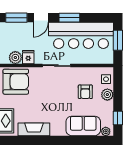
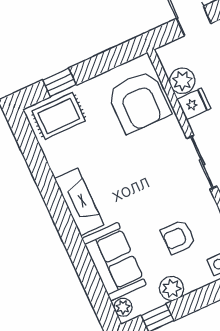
plant: (107, 95) -> (172, 288), moved
fireplace: (34, 129) -> (79, 202), moved

